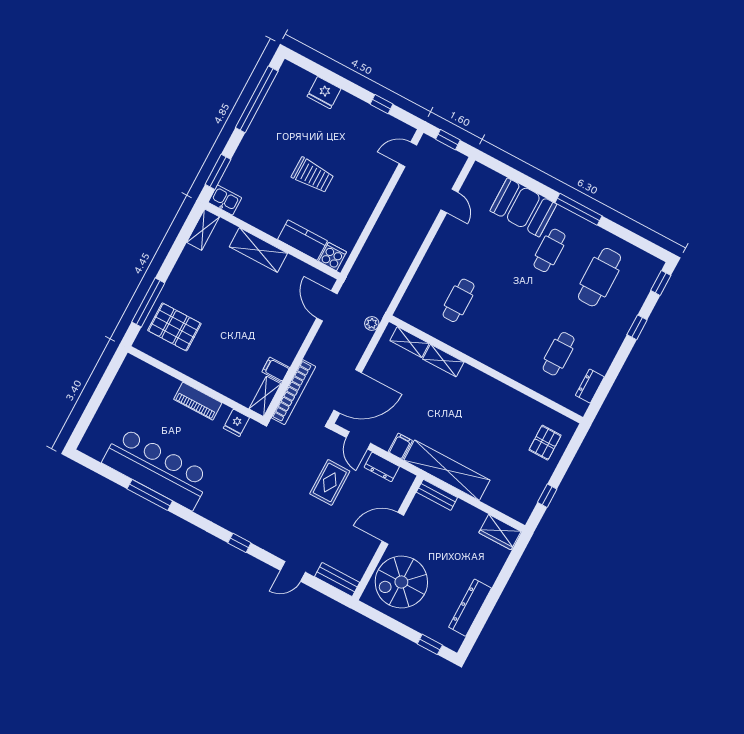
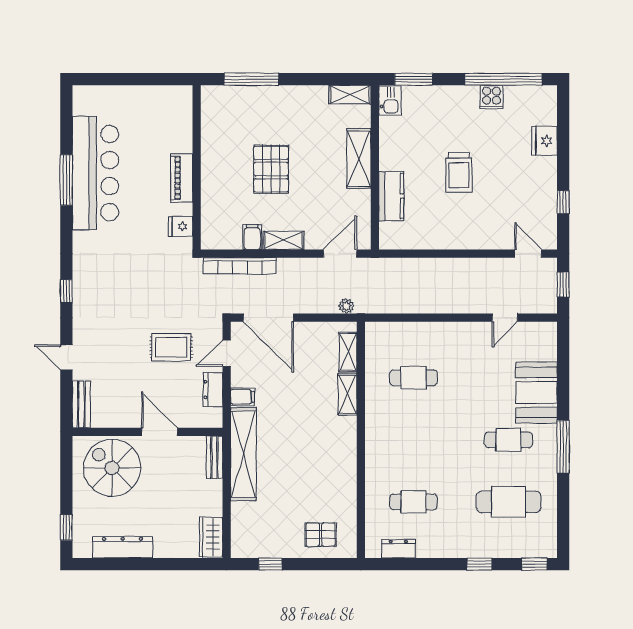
cooker: (332, 257) -> (491, 97), moved, turned 90
pallet: (174, 327) -> (271, 169), moved
shelving: (265, 396) -> (284, 240), moved

